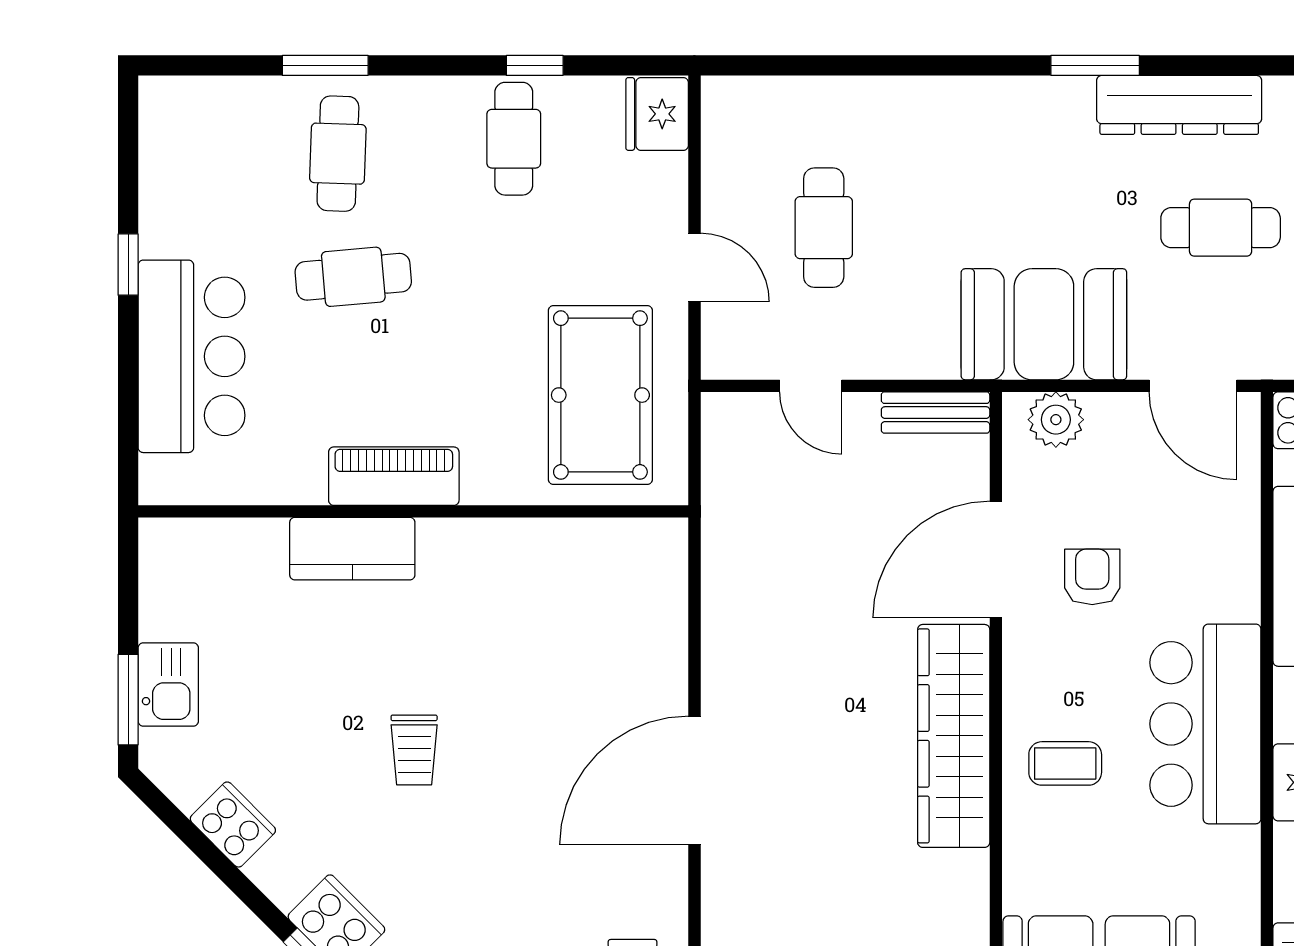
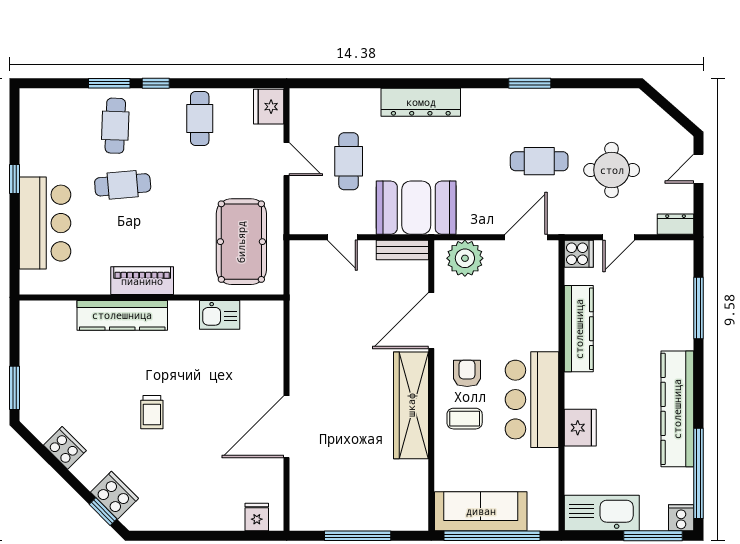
window: (535, 65) -> (156, 83), moved
window: (1095, 65) -> (530, 83), moved
dresser: (1179, 105) -> (421, 102), moved
door: (694, 268) -> (287, 159), moved
booth: (1044, 324) -> (416, 208), moved
door: (1193, 386) -> (526, 237), swing flipped
plant: (1056, 420) -> (465, 258), width x1.36, depth x1.36
kitchen counter: (352, 549) -> (122, 315), width x1.50
armchair: (1092, 577) -> (467, 373), moved
kitchen sink: (168, 685) -> (220, 315), moved, turned 90

